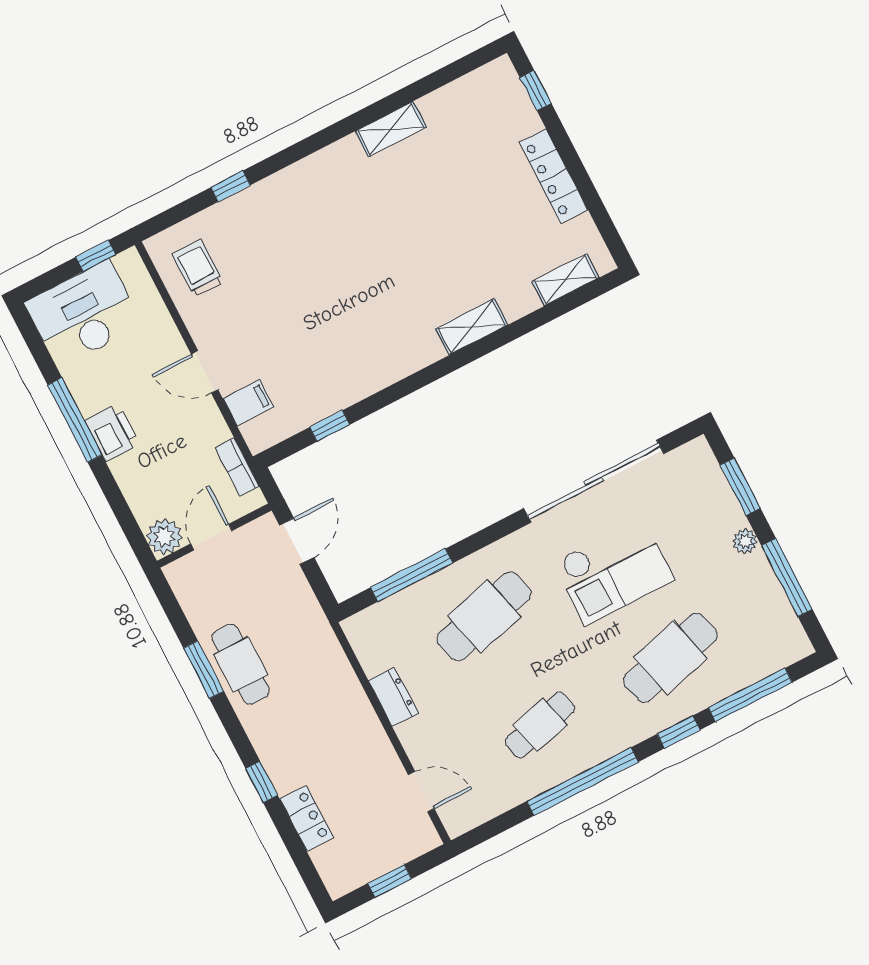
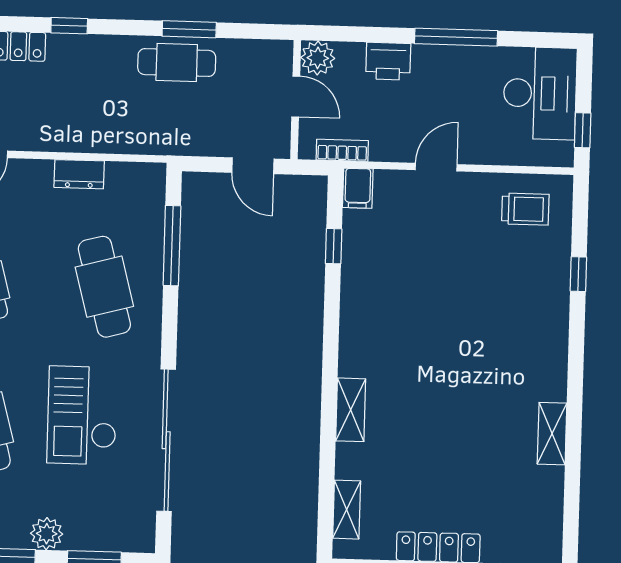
filing cabinet: (248, 403) -> (358, 188), moved
printer: (112, 432) -> (388, 61), moved
plant: (745, 541) -> (47, 534), width x1.38, depth x1.38

